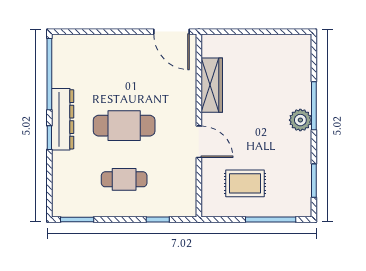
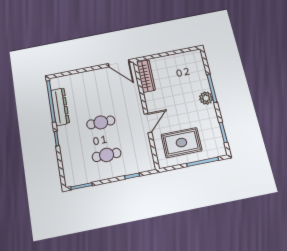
wardrobe: (212, 85) -> (146, 76), moved
dresser: (63, 119) -> (60, 107), moved
cafe table: (124, 126) -> (101, 122), width x0.73, depth x0.74
door: (199, 142) -> (148, 123), hinge flipped
rug: (245, 183) -> (181, 143), width x1.36, depth x1.43

